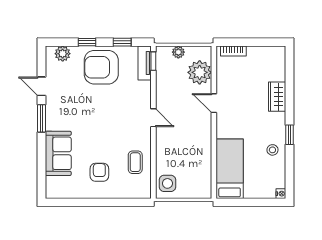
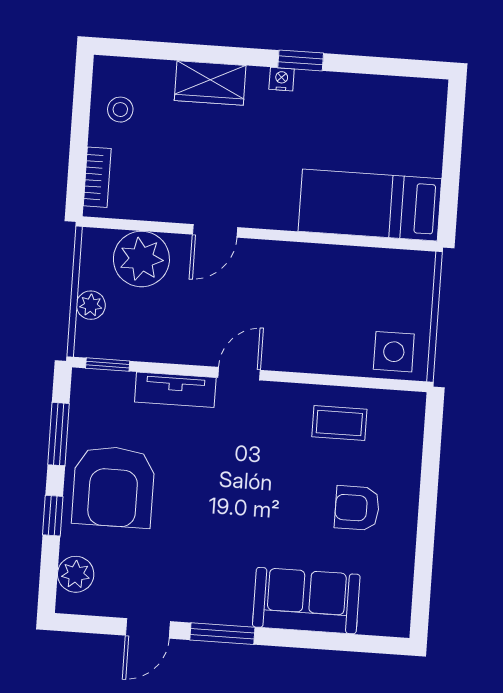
window: (122, 42) -> (59, 434), width x1.50
tv unit: (145, 63) -> (175, 390), moved
stool: (272, 150) -> (120, 110), moved
nightstand: (281, 194) -> (282, 79), moved

